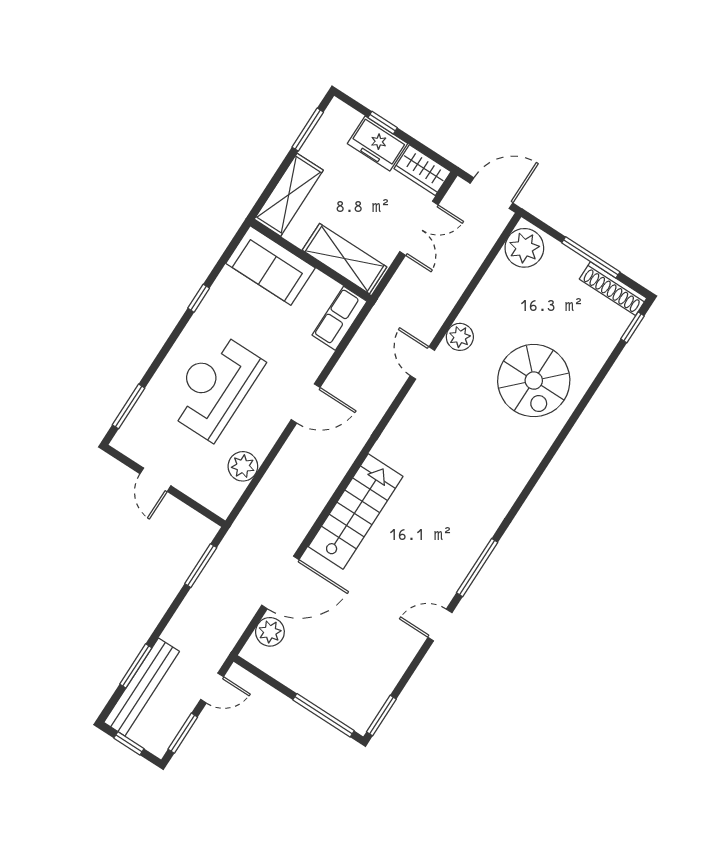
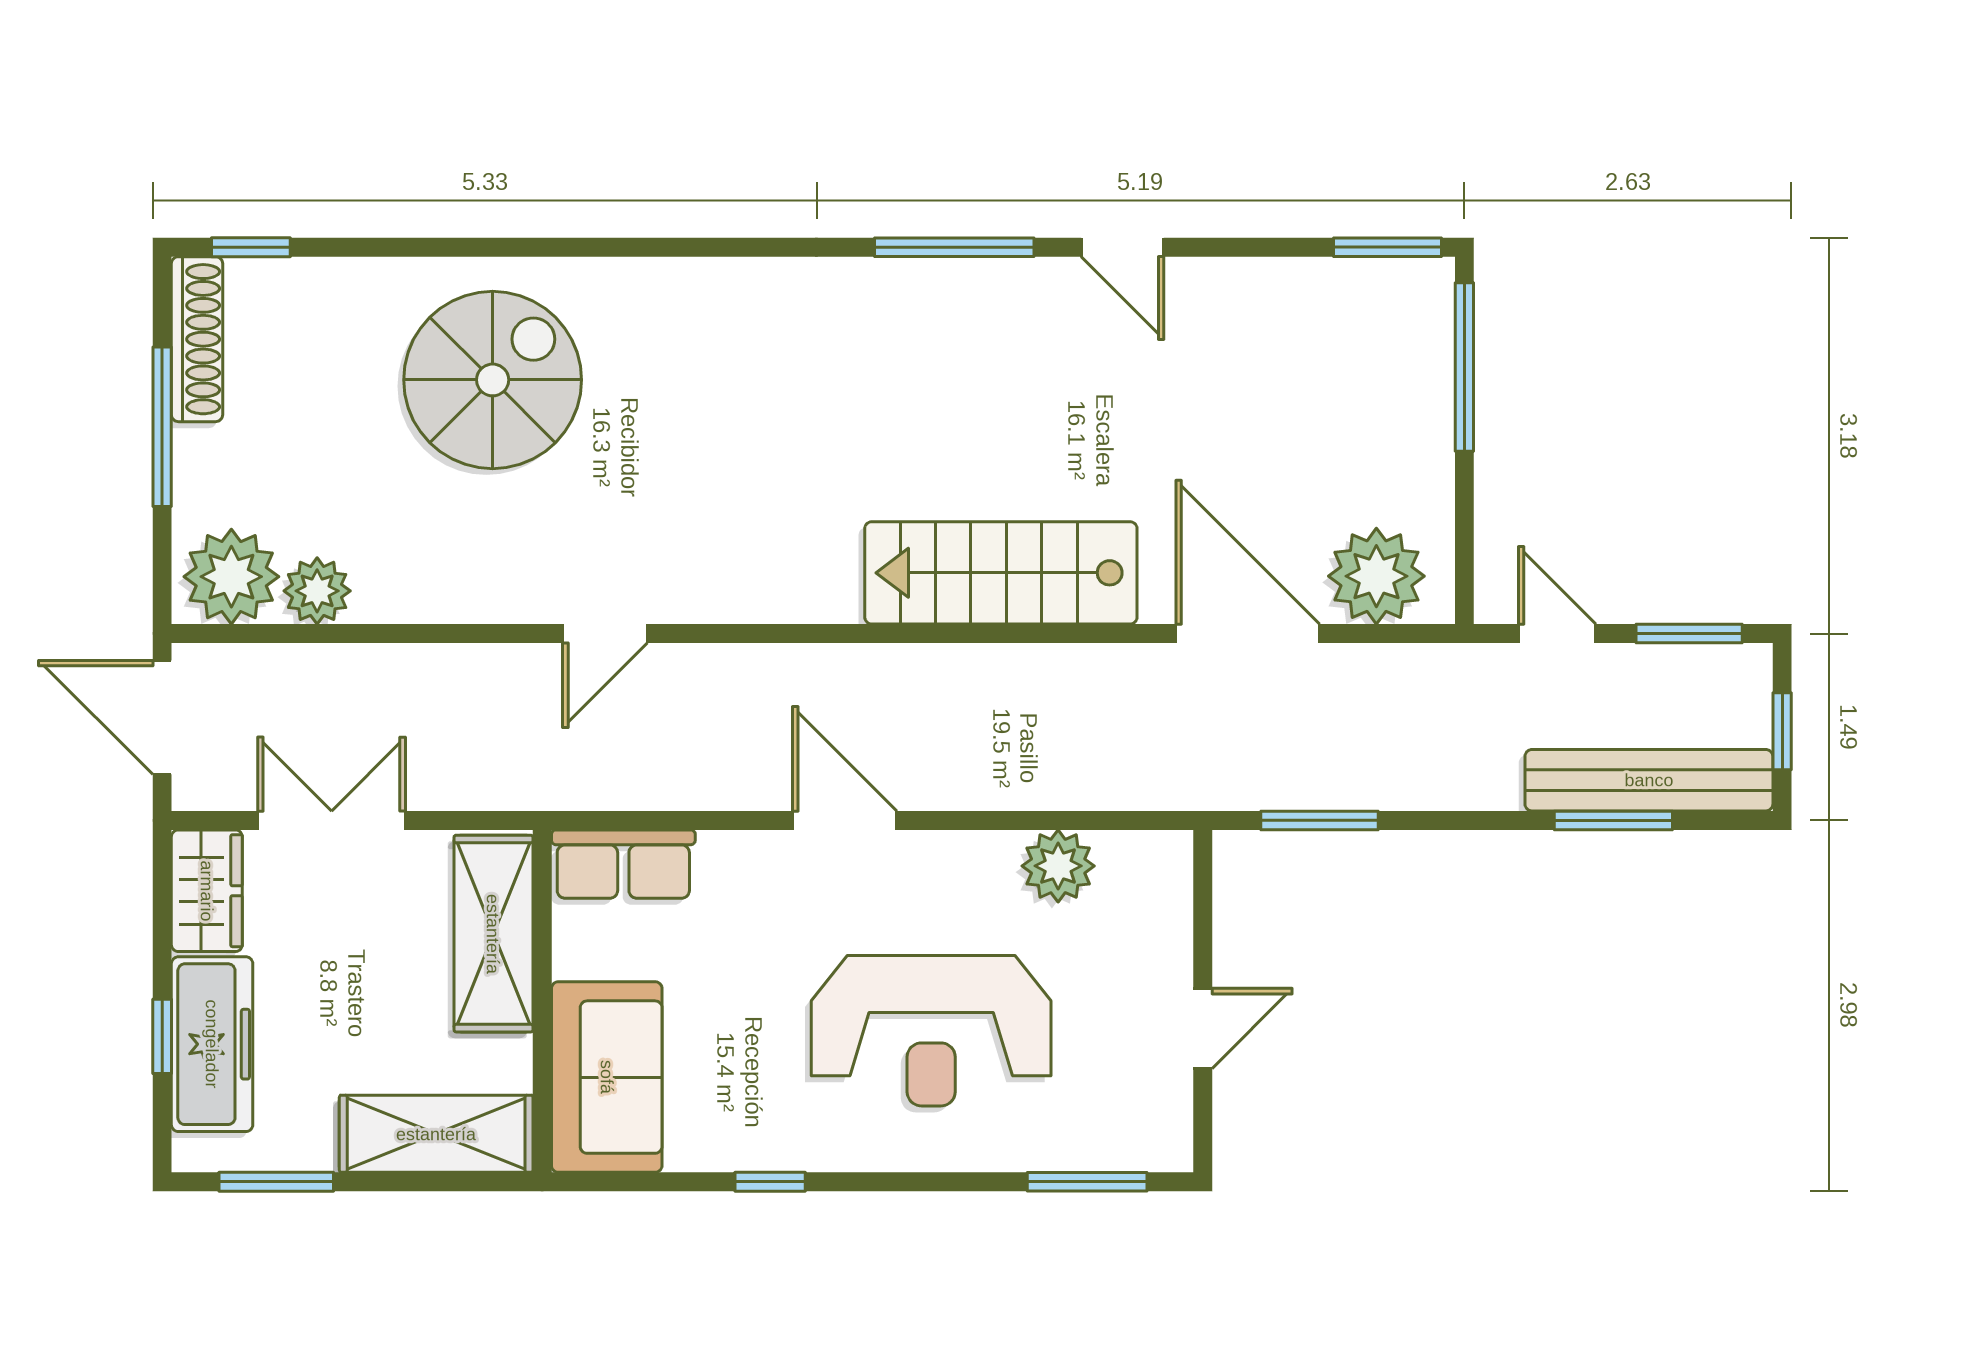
freezer: (377, 144) -> (212, 1044), width x1.40
plant: (460, 337) -> (317, 591), moved
plant: (270, 632) -> (1376, 576), width x1.36, depth x1.36

